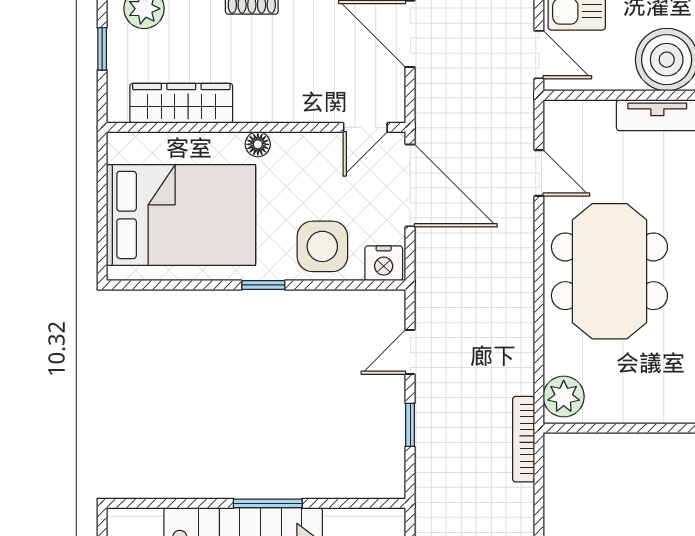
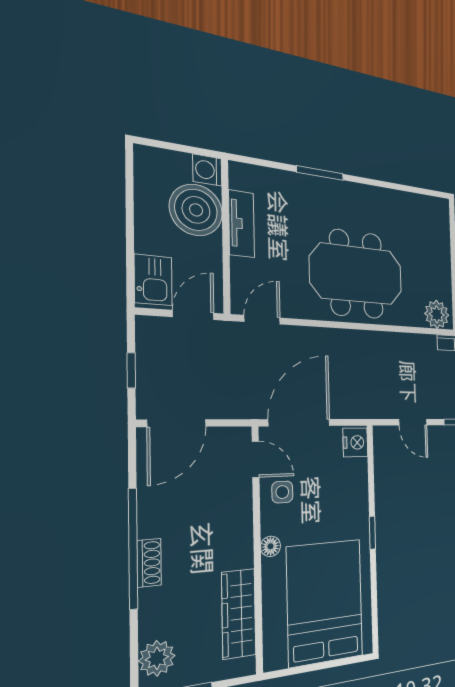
door: (539, 173) -> (262, 320), moved
side table: (322, 246) -> (282, 492), moved, width x0.54, depth x0.54

